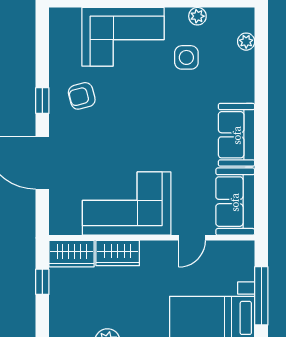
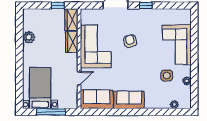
armchair: (82, 96) -> (130, 41), moved
door: (192, 238) -> (79, 78), swing flipped

